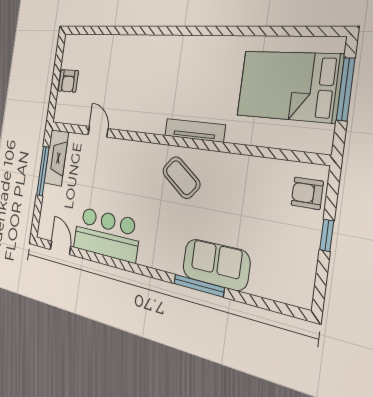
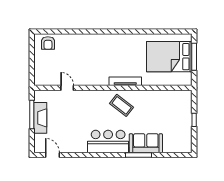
armchair: (68, 81) -> (48, 43), moved
fireplace: (56, 158) -> (40, 118), moved
armchair: (307, 193) -> (184, 103), removed
bar counter: (106, 234) -> (108, 141), moved

